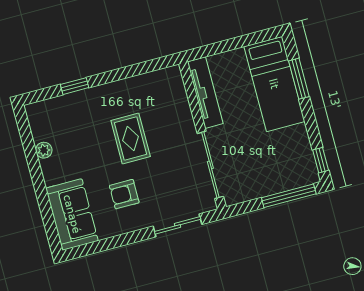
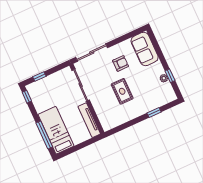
window: (299, 79) -> (44, 135), width x1.44
window: (31, 153) -> (170, 76), added
window: (289, 196) -> (39, 76), width x0.46
sliding door: (178, 225) -> (92, 53), width x1.37

